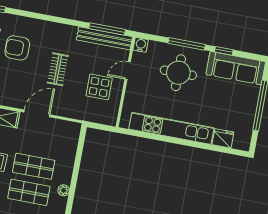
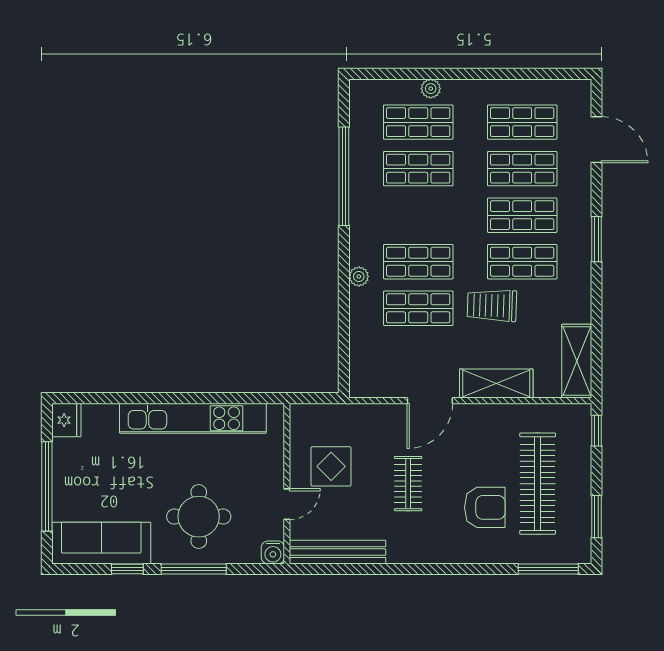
window: (107, 29) -> (336, 569), removed
fridge: (223, 138) -> (66, 420), moved, turned -90

